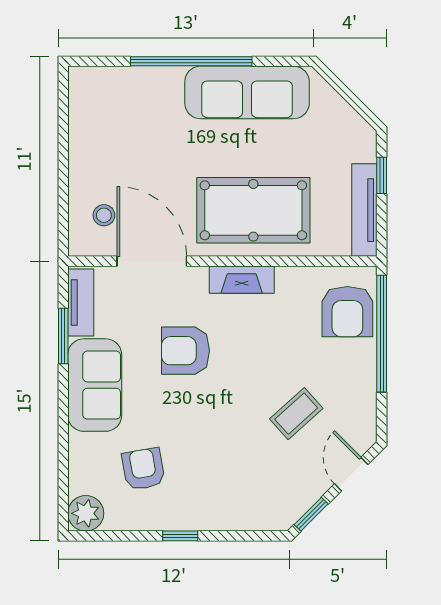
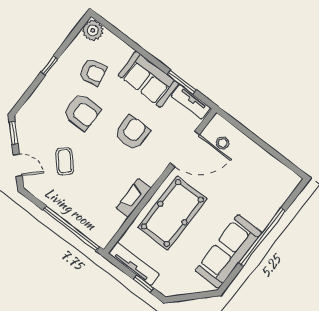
fireplace: (242, 280) -> (134, 198), moved
armchair: (347, 312) -> (82, 112), moved, turned 180

